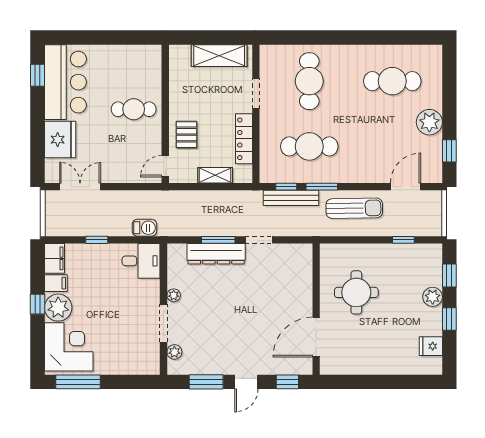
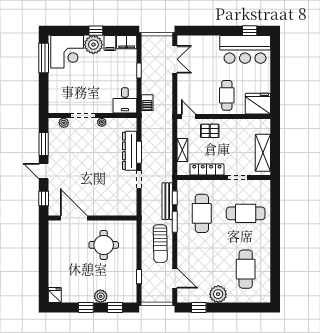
fridge: (60, 140) -> (258, 104), moved, turned 180
fridge: (431, 346) -> (55, 295), moved

